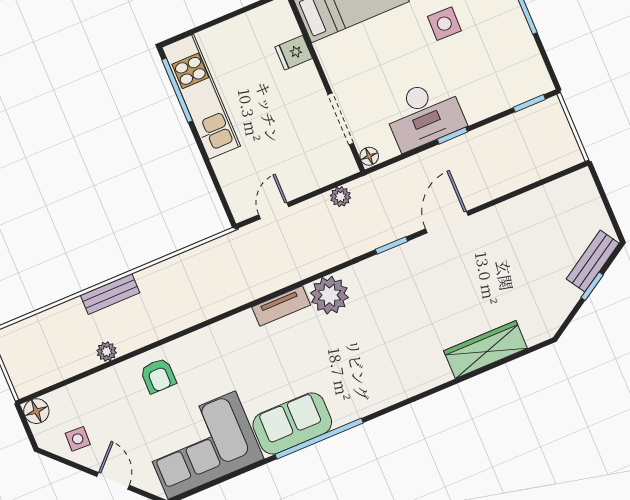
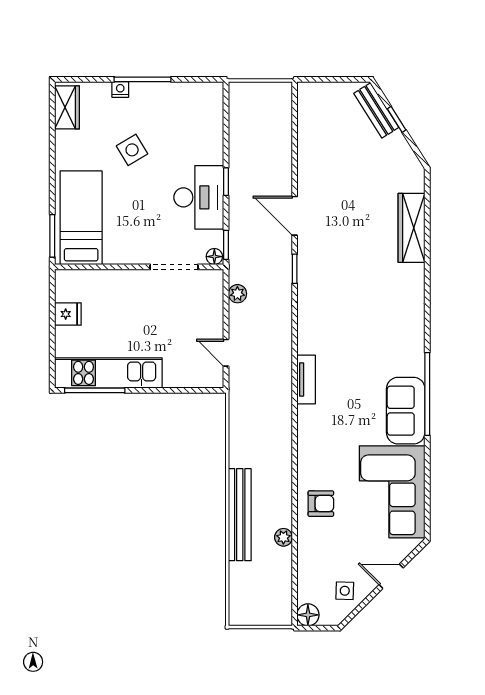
side table: (444, 24) -> (132, 150), turned -32
fridge: (294, 53) -> (68, 314), moved, turned -90
window: (529, 103) -> (226, 245), moved
bench: (110, 294) -> (240, 515), width x1.86, depth x1.21
plant: (329, 295) -> (314, 336), removed

